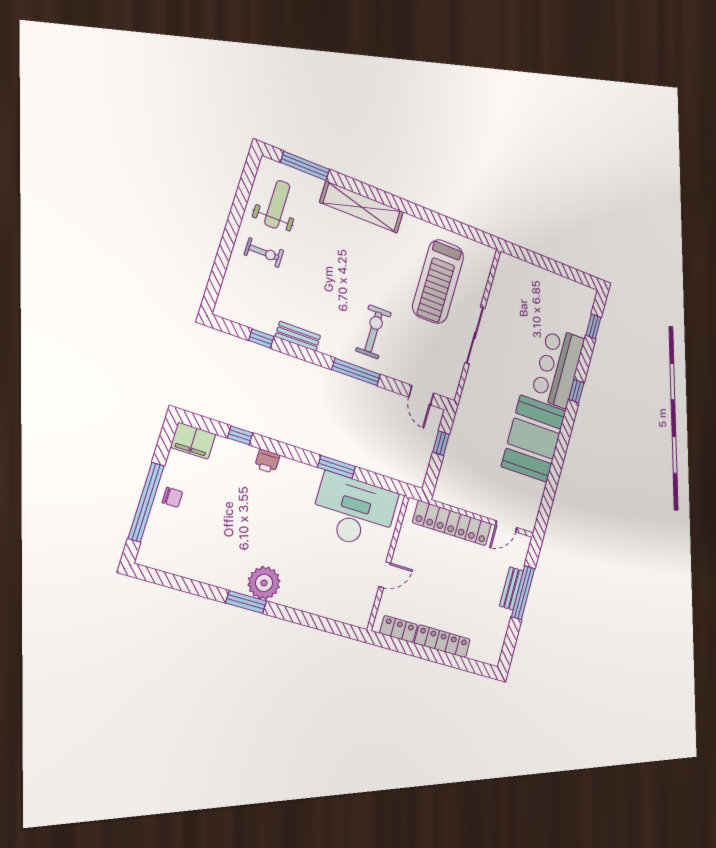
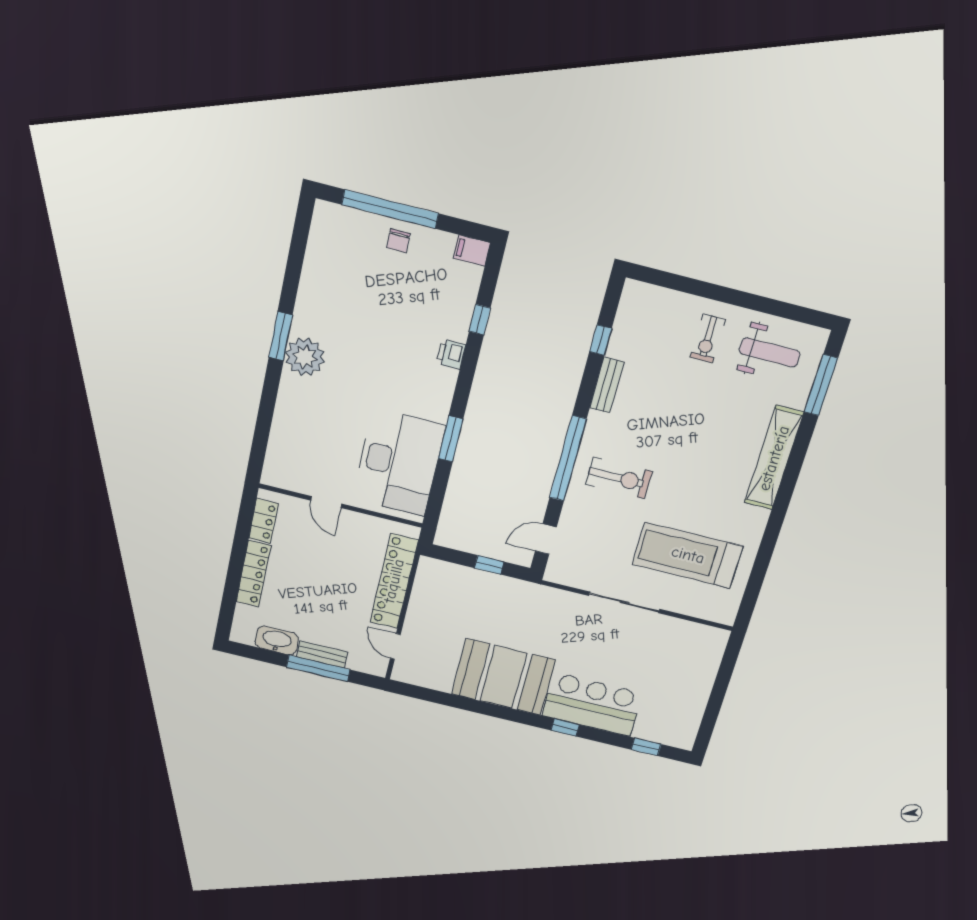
window: (356, 372) -> (568, 458), width x1.46
filing cabinet: (193, 441) -> (472, 251), width x0.50
washbasin: (499, 626) -> (277, 640), added

